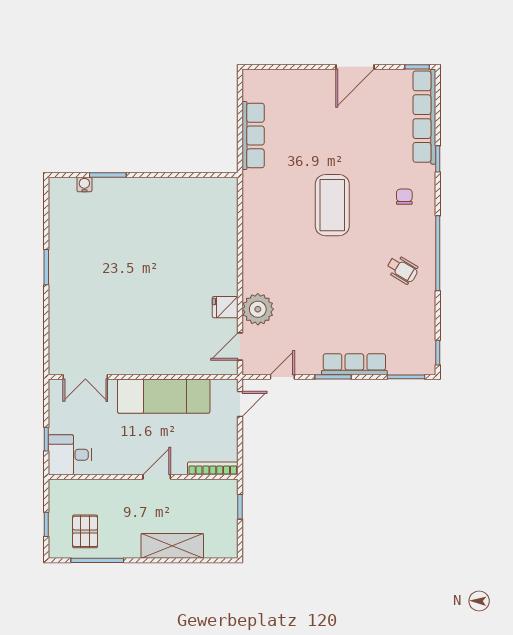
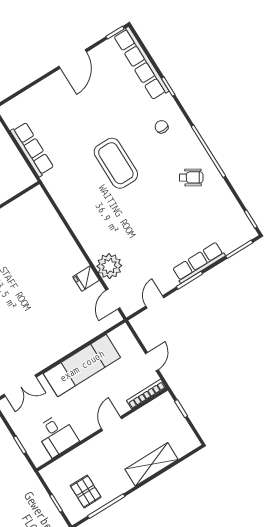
door: (240, 404) -> (152, 362), moved
desk: (70, 455) -> (57, 435), moved, turned -90

